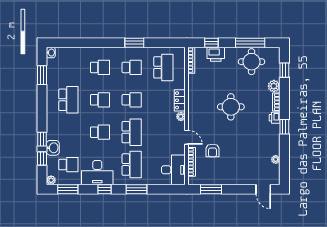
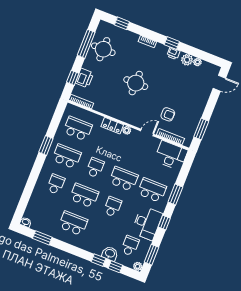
school desk: (132, 67) -> (67, 156), width x1.85
plant: (274, 86) -> (187, 60), moved
school desk: (100, 100) -> (84, 195), width x1.85
printer: (275, 118) -> (173, 53), moved

